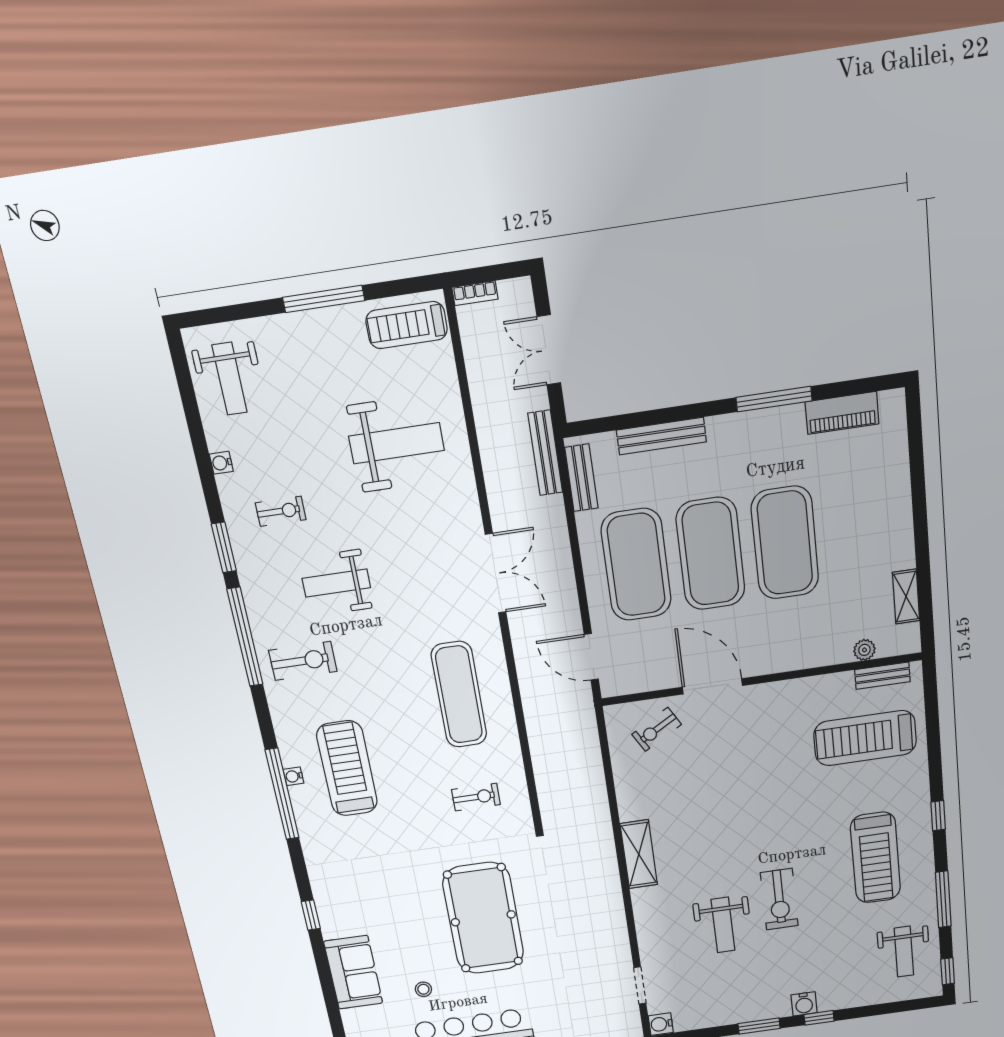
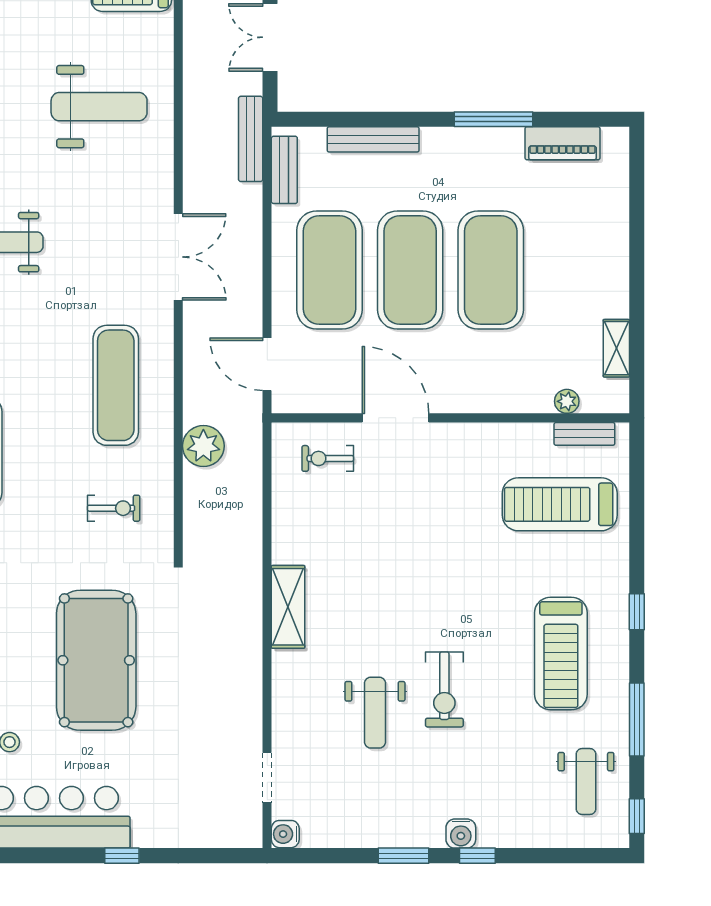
exercise bike: (657, 729) -> (328, 458), turned 30
plant: (545, 735) -> (203, 446), added

